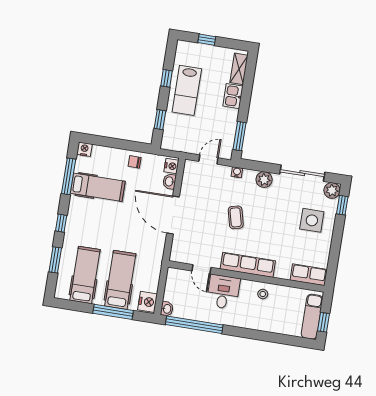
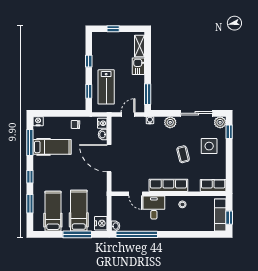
lab bench: (187, 90) -> (106, 87), moved
coffee table: (236, 217) -> (183, 154), moved

